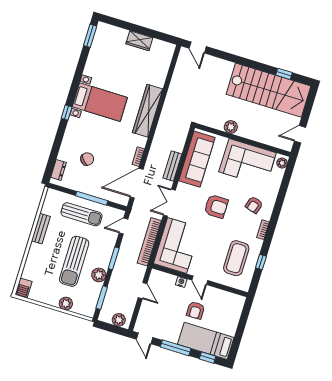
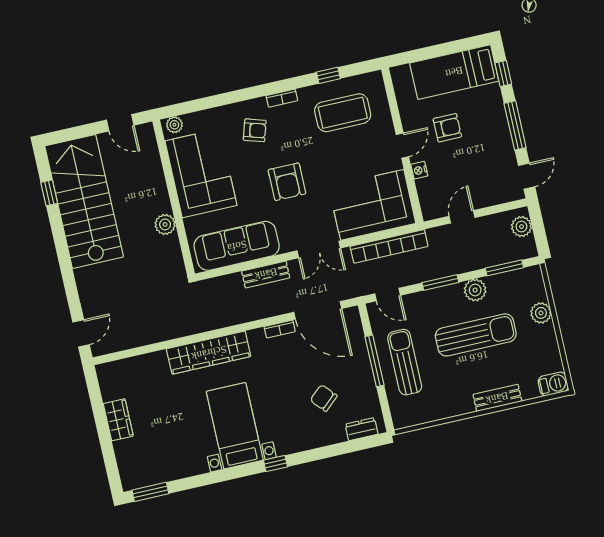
armchair: (216, 206) -> (287, 182), turned 180
bench: (41, 229) -> (497, 398), moved
bed: (206, 341) -> (454, 72), moved, turned 90

